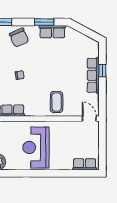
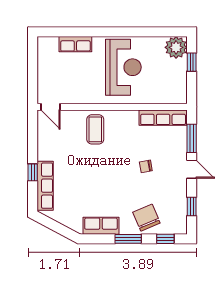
window: (44, 22) -> (128, 239), moved
row of seats: (93, 75) -> (45, 186), moved
row of seats: (85, 164) -> (75, 44), moved

